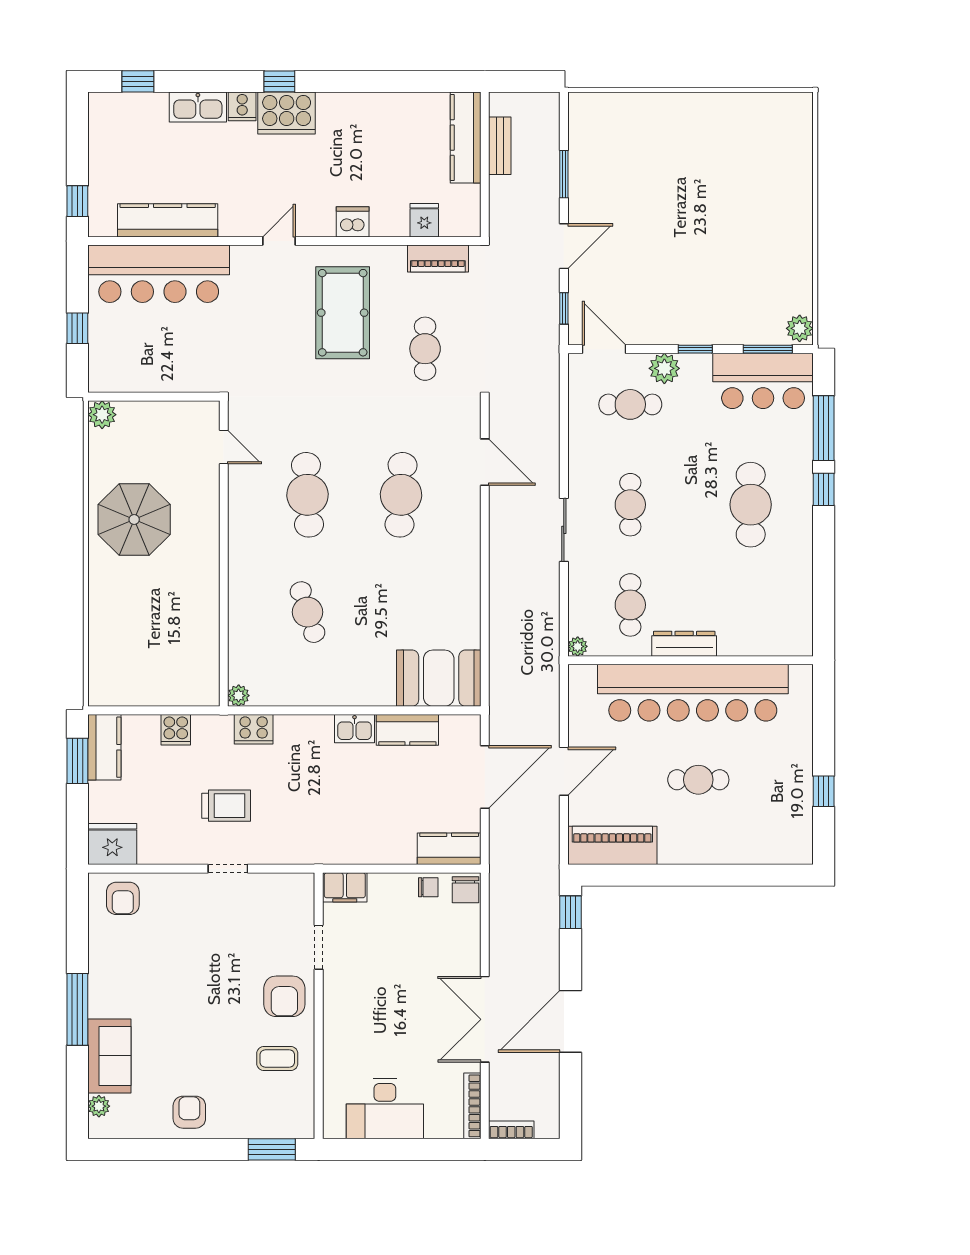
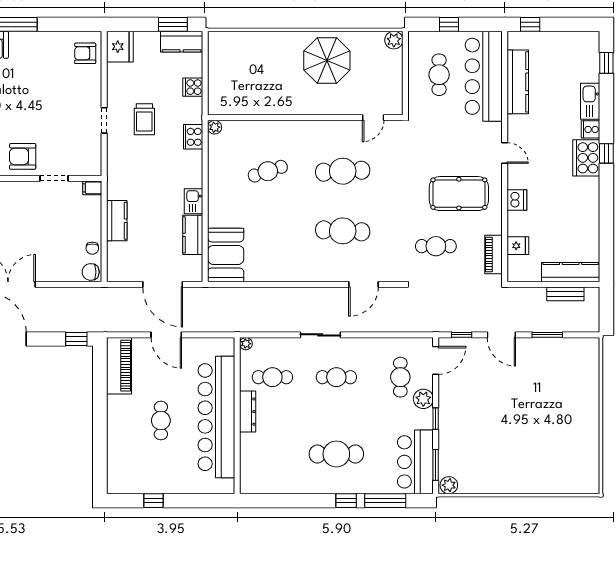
cafe table: (156, 344) -> (439, 75), added
kitchen counter: (449, 849) -> (117, 221), moved
filing cabinet: (345, 887) -> (92, 188), width x0.50

